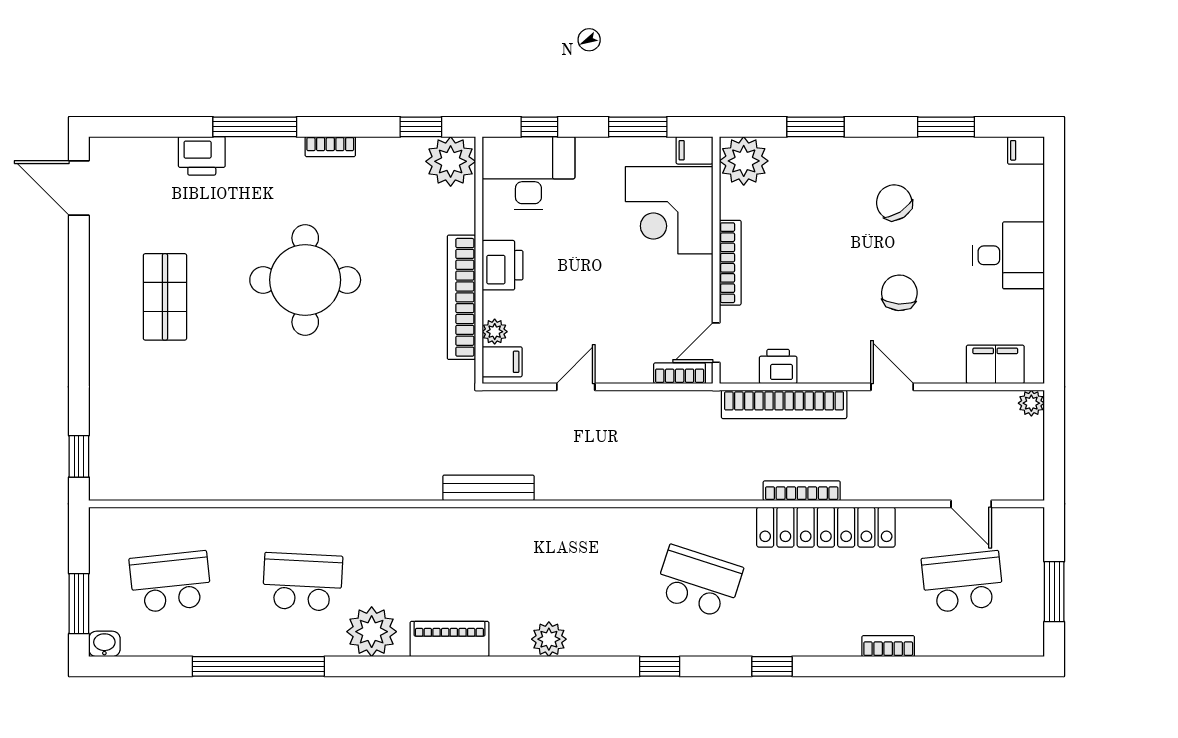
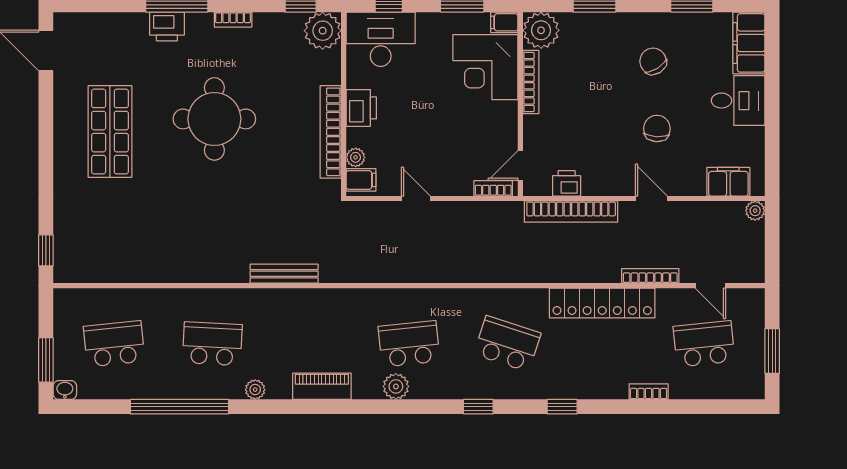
filing cabinet: (1026, 150) -> (749, 43), width x3.00, depth x1.17
printer: (202, 156) -> (167, 26), moved
bookcase: (730, 263) -> (531, 82), moved
shop shelf: (165, 297) -> (110, 132), width x1.43, depth x1.36
door: (576, 387) -> (416, 199), hinge flipped
bench: (488, 488) -> (284, 274), moved
bookcase: (802, 491) -> (650, 276), moved
school desk: (567, 582) -> (409, 344), added
plant: (372, 632) -> (255, 390), width x0.53, depth x0.53

